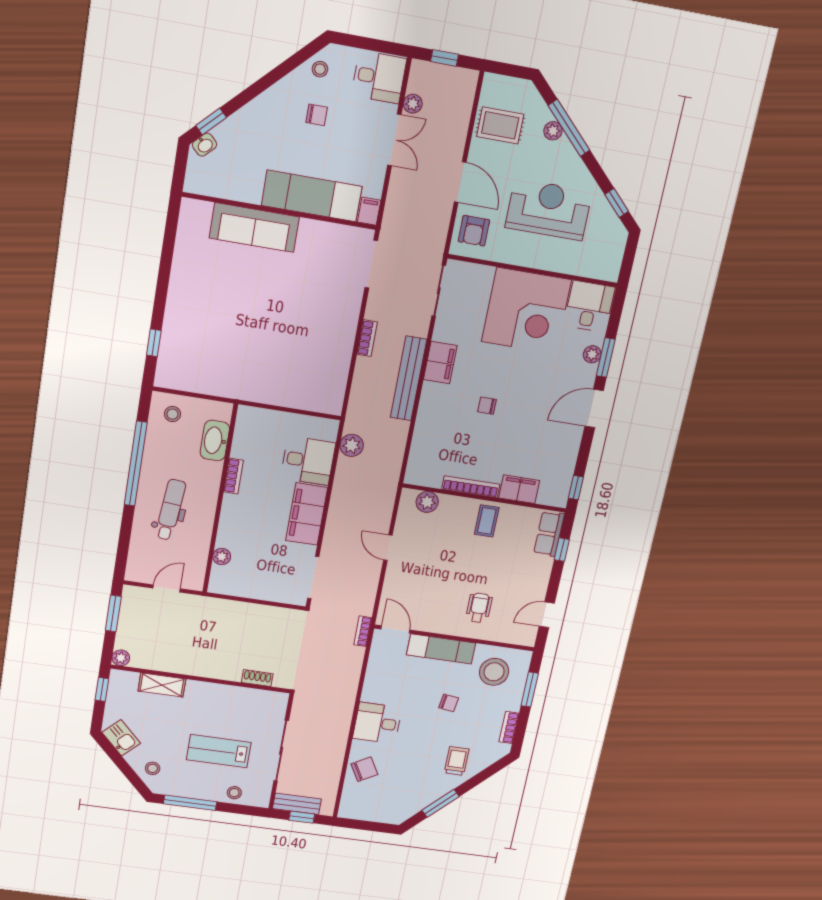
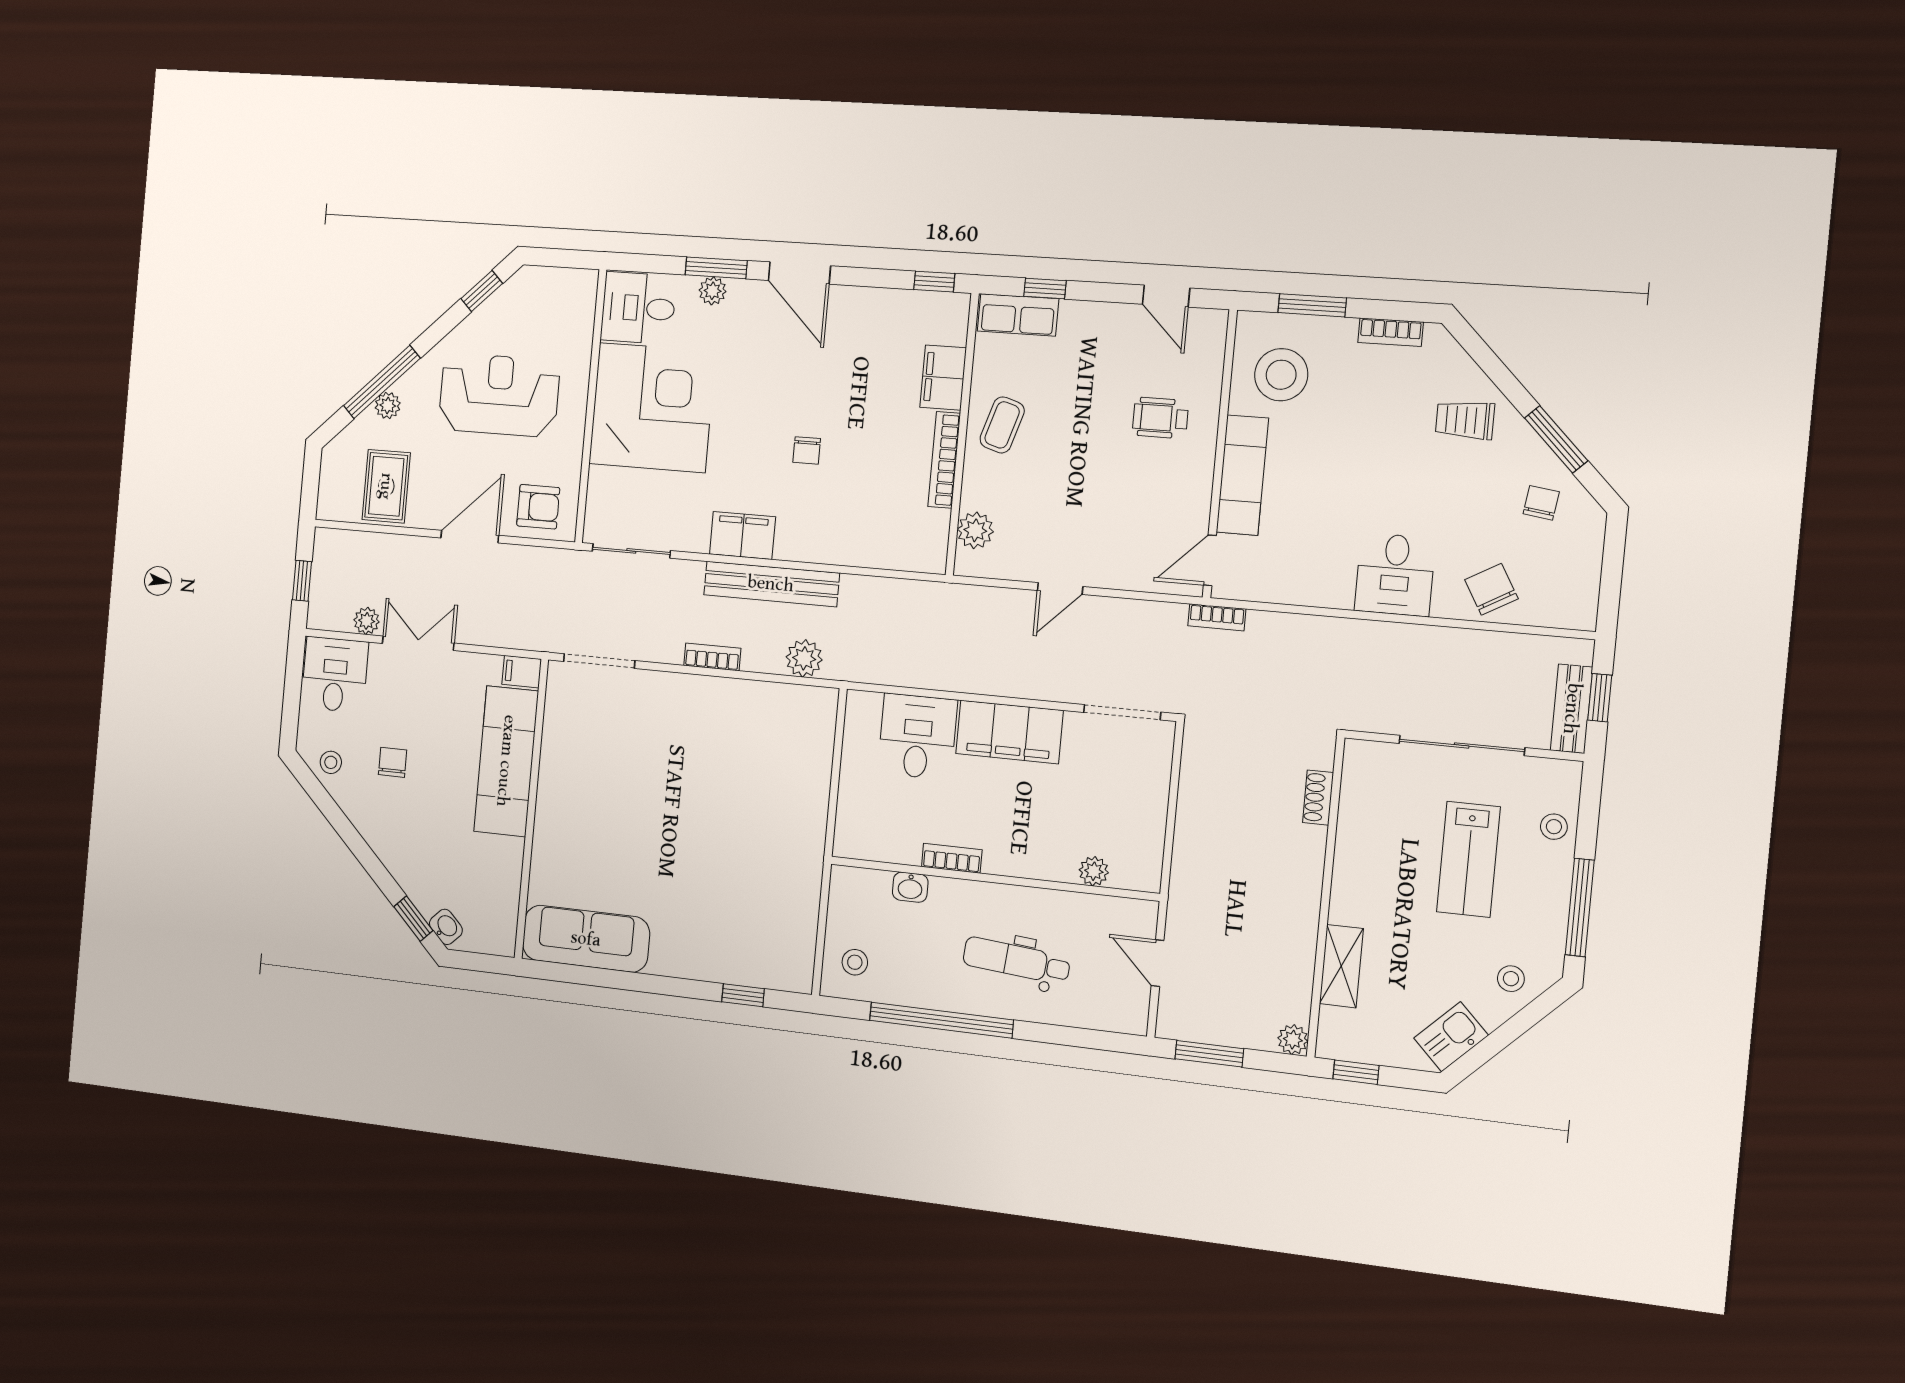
reception desk: (549, 210) -> (499, 395), turned 90
sofa: (254, 227) -> (586, 939), moved, turned -90
washbasin: (215, 441) -> (910, 887), width x0.52, depth x0.69
plant: (352, 445) -> (804, 658), moved
coffee table: (487, 521) -> (1002, 425), turned -73
chair: (449, 703) -> (1541, 503), moved

